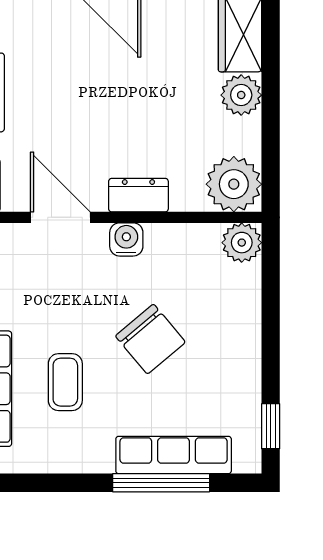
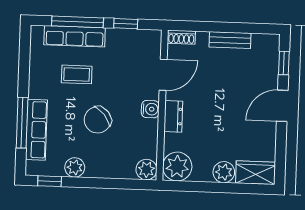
plant: (243, 379) -> (75, 167), added

